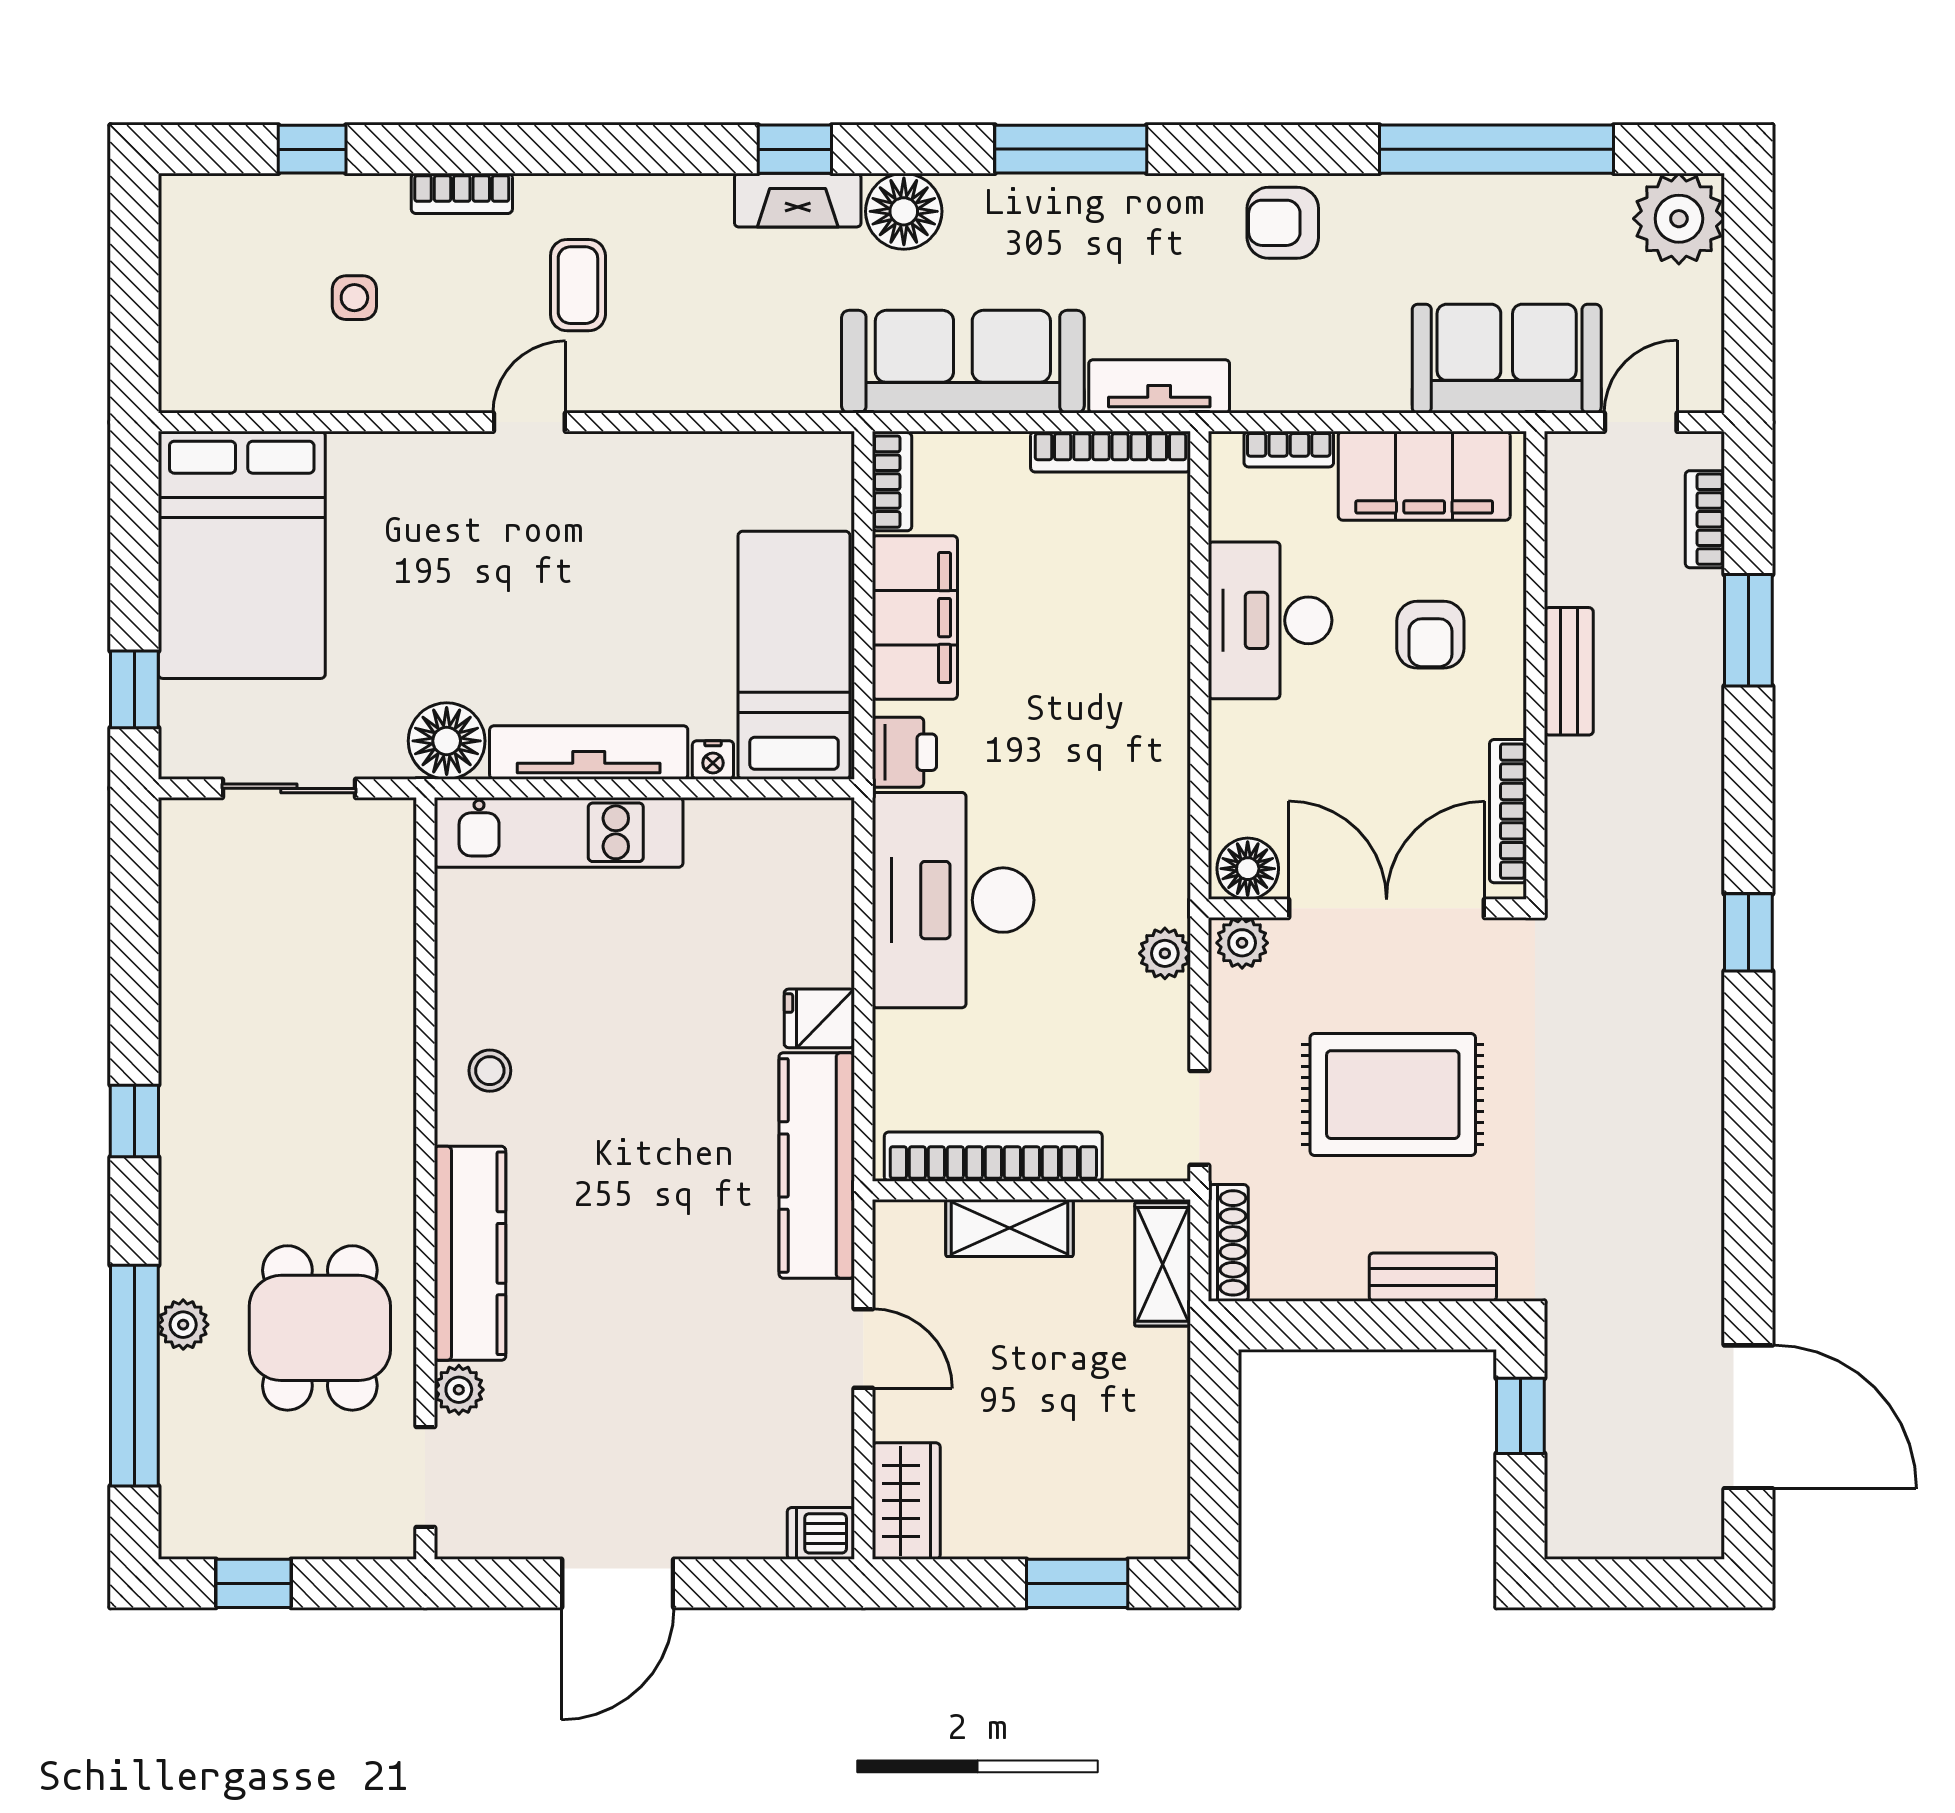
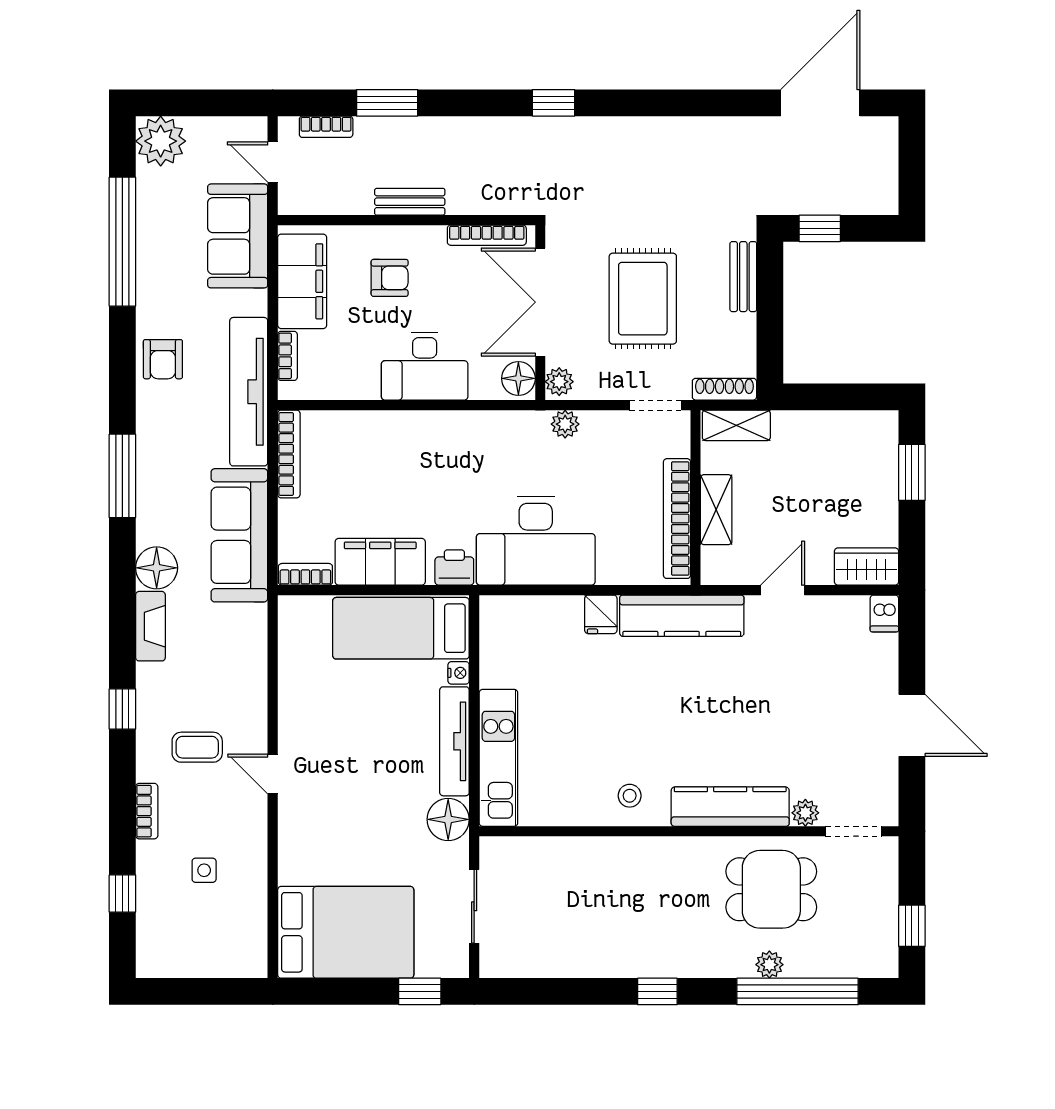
window: (795, 149) -> (122, 709), moved
tv unit: (1159, 386) -> (249, 392), width x1.92, depth x1.29
desk: (1270, 620) -> (425, 366), moved

